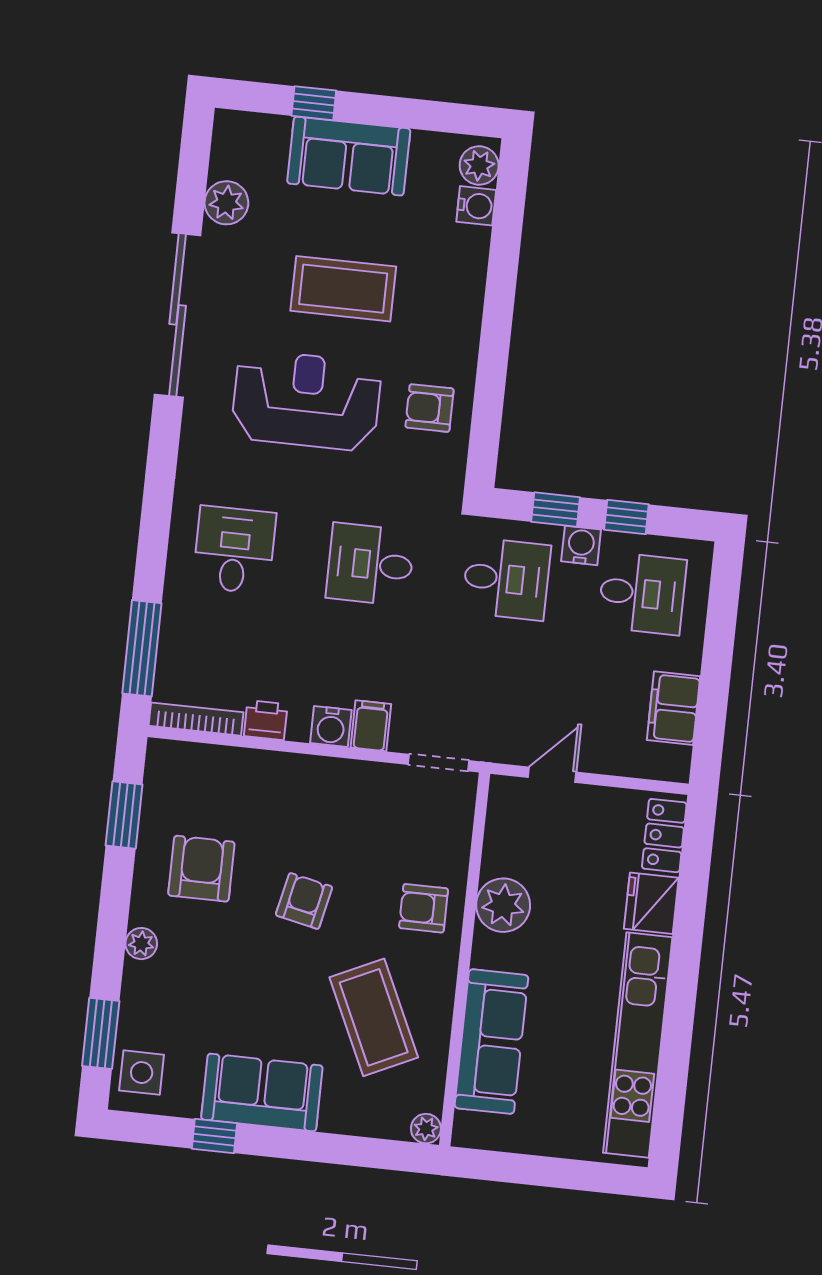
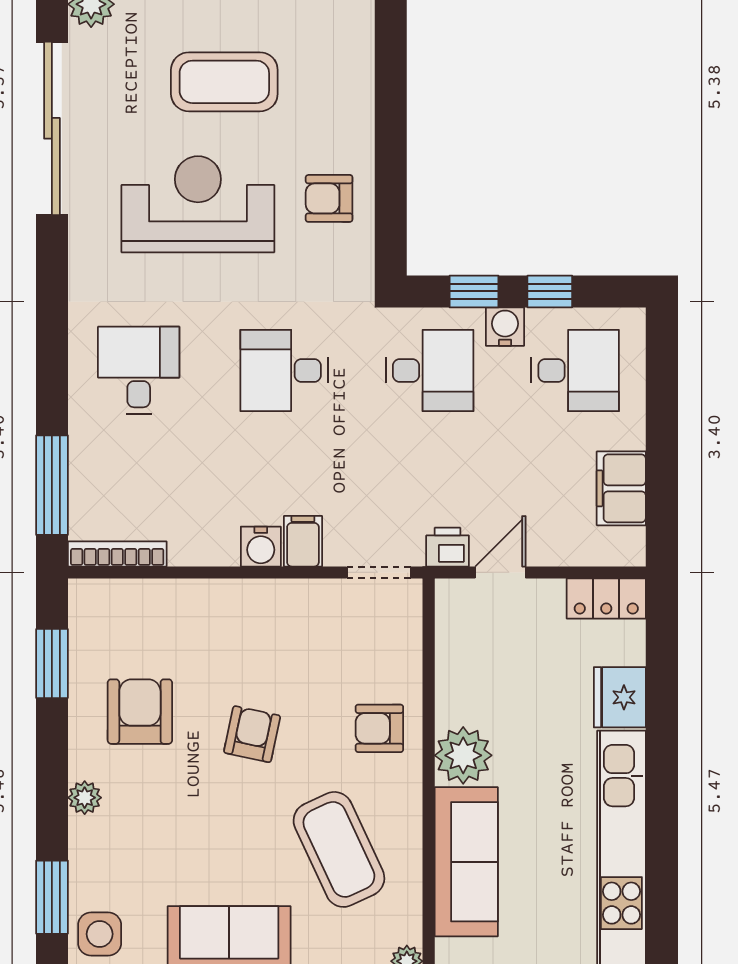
printer: (266, 720) -> (448, 547), moved
locker: (664, 836) -> (606, 599), moved, turned -90
plant: (503, 905) -> (463, 755), moved

